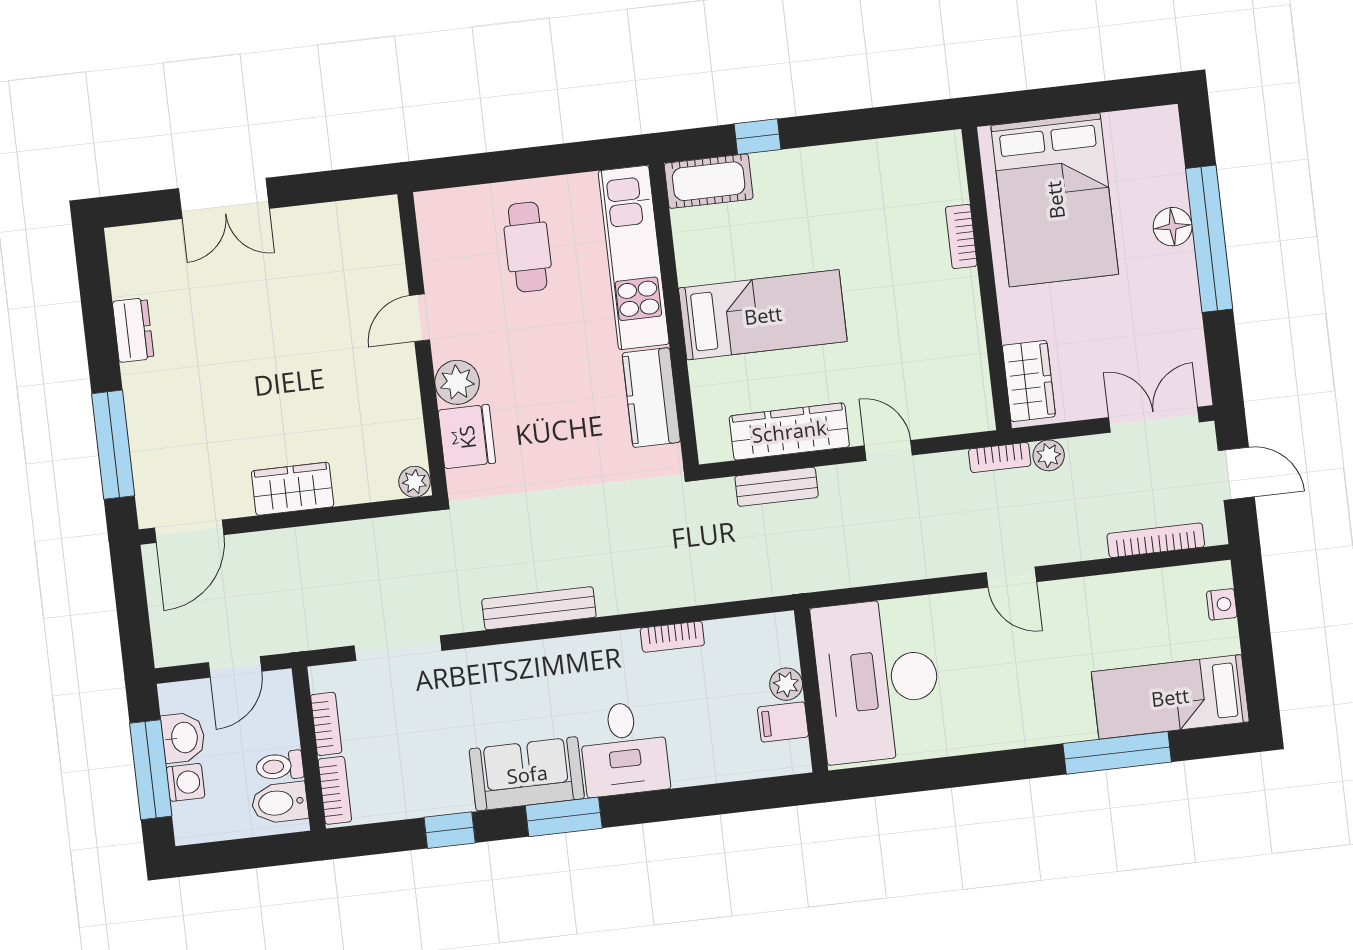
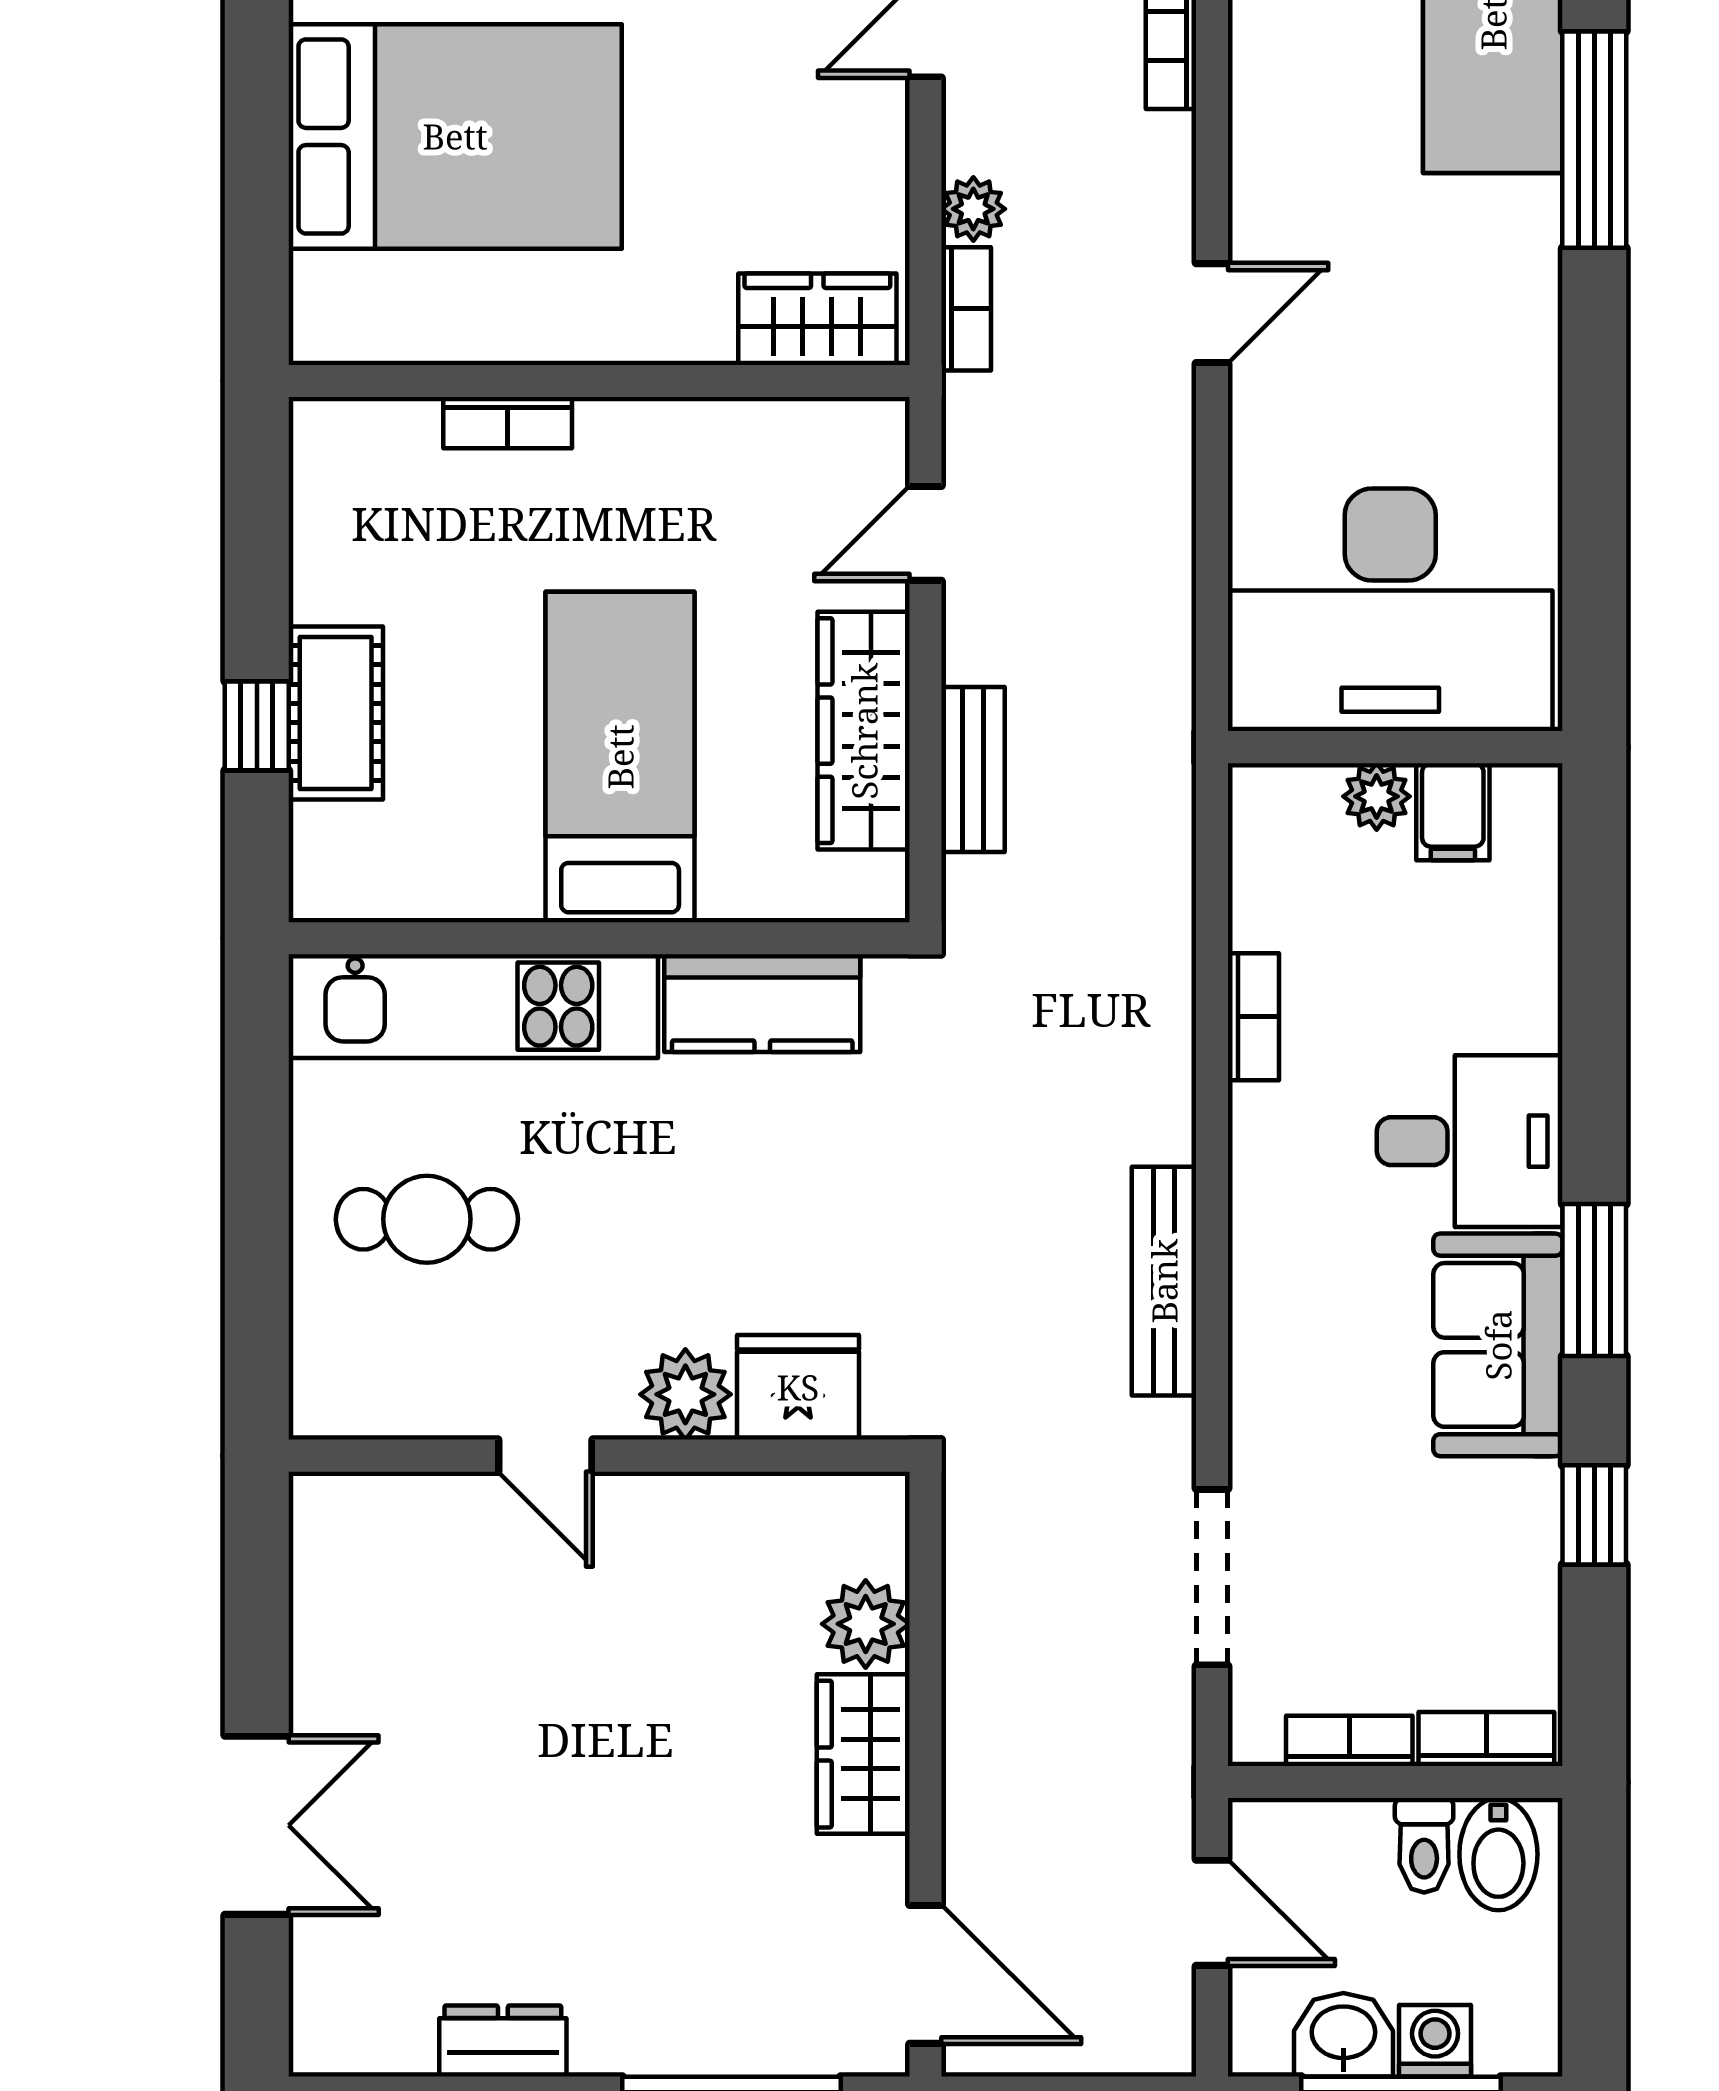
cot: (709, 181) -> (336, 713), moved
bookcase: (961, 236) -> (508, 423), moved
wall: (987, 279) -> (599, 381), moved
wardrobe: (1029, 381) -> (817, 319), moved
plant: (414, 482) -> (866, 1624), moved, width x1.38, depth x1.38

